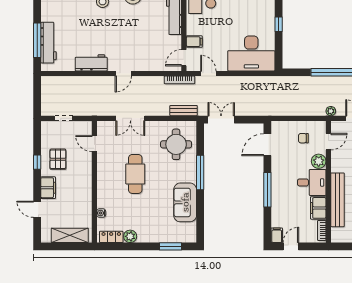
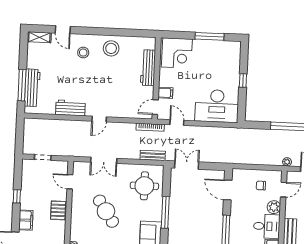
door: (267, 145) -> (228, 190), hinge flipped
pallet: (58, 159) -> (58, 210), moved
cafe table: (135, 174) -> (106, 211), turned -34

